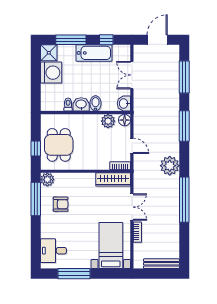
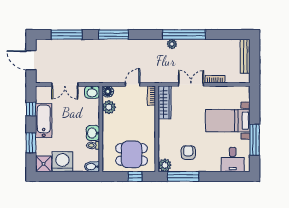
window: (71, 40) -> (31, 143), width x0.69
bidet: (95, 103) -> (92, 167), moved
plant: (170, 166) -> (172, 44), moved, width x0.53, depth x0.53
bed with nightstands: (111, 246) -> (228, 121), moved

